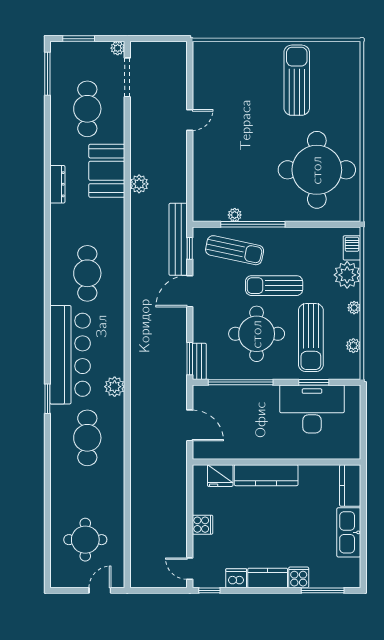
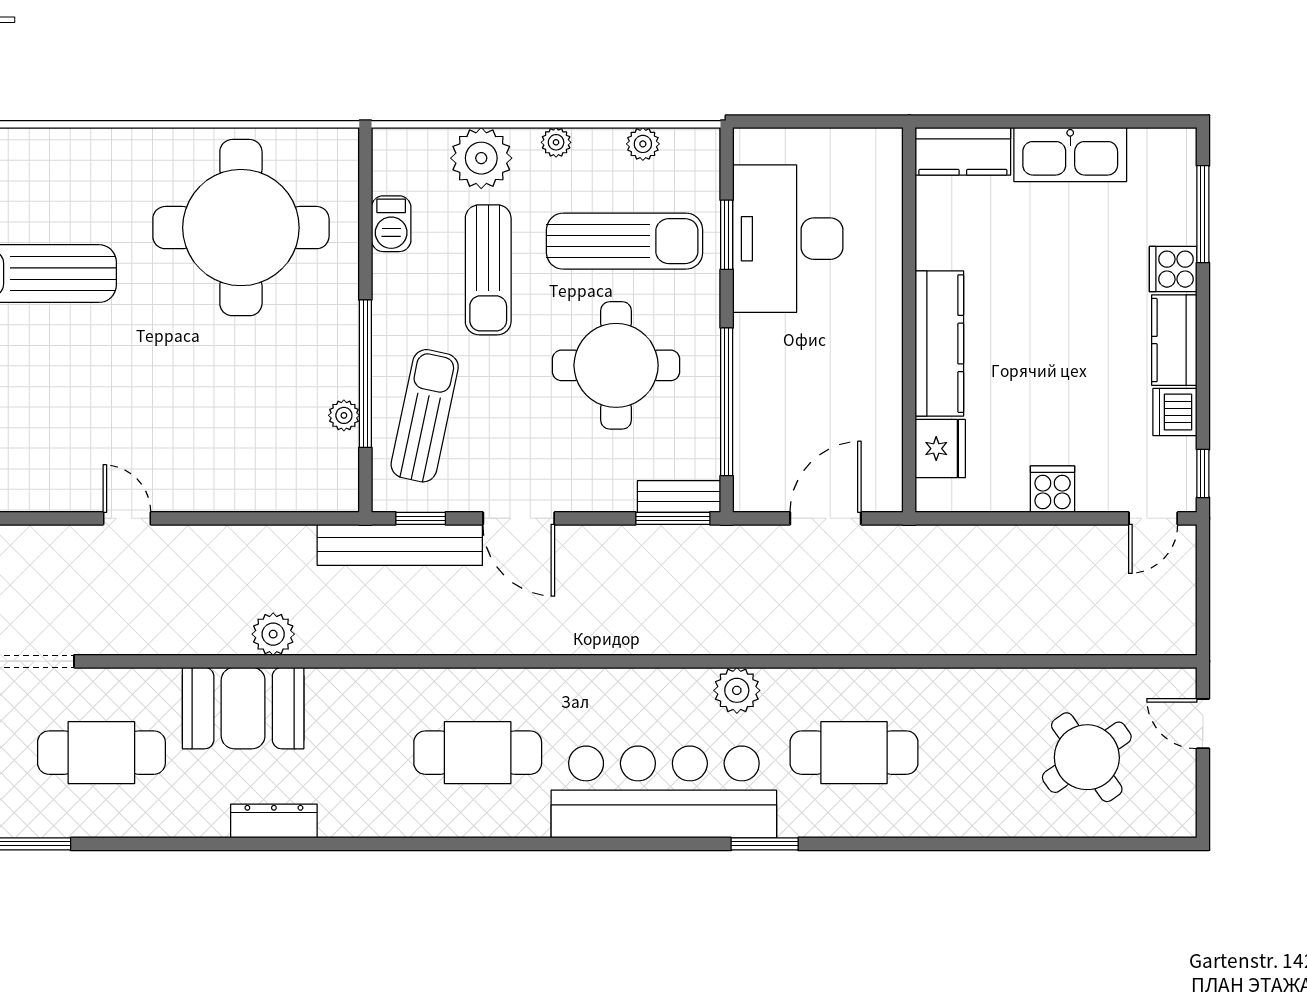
barbecue: (352, 248) -> (391, 224), moved, turned -90
sun lounger: (274, 286) -> (488, 270), moved
round table: (85, 540) -> (1087, 757), turned -35

